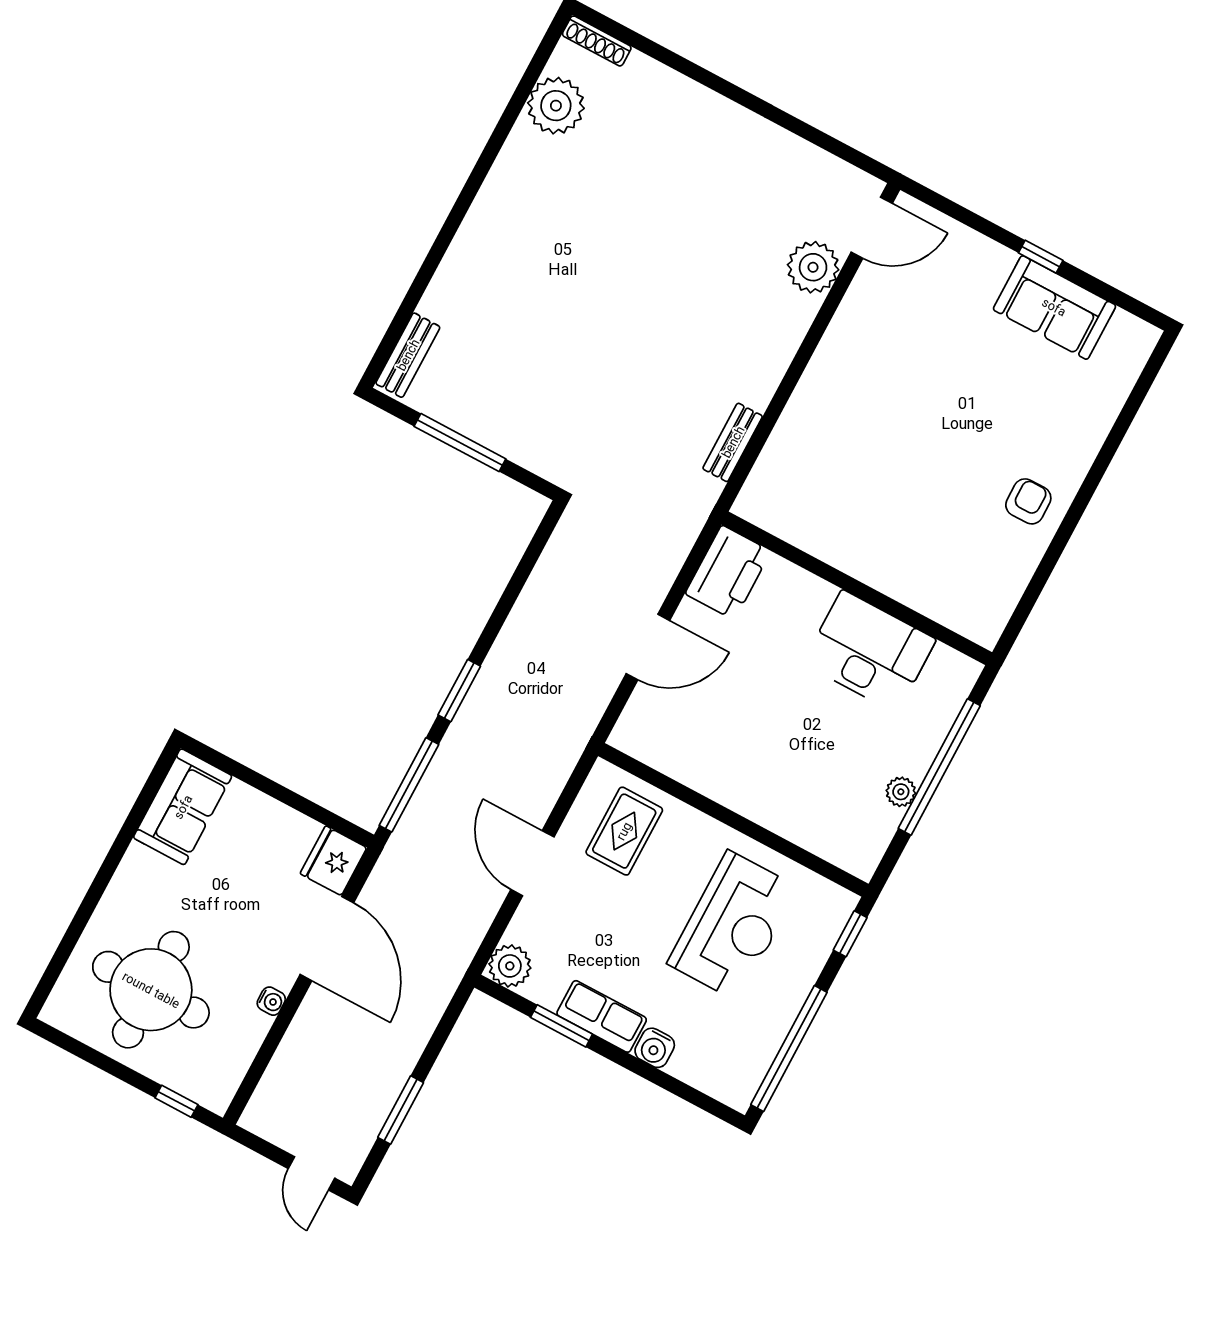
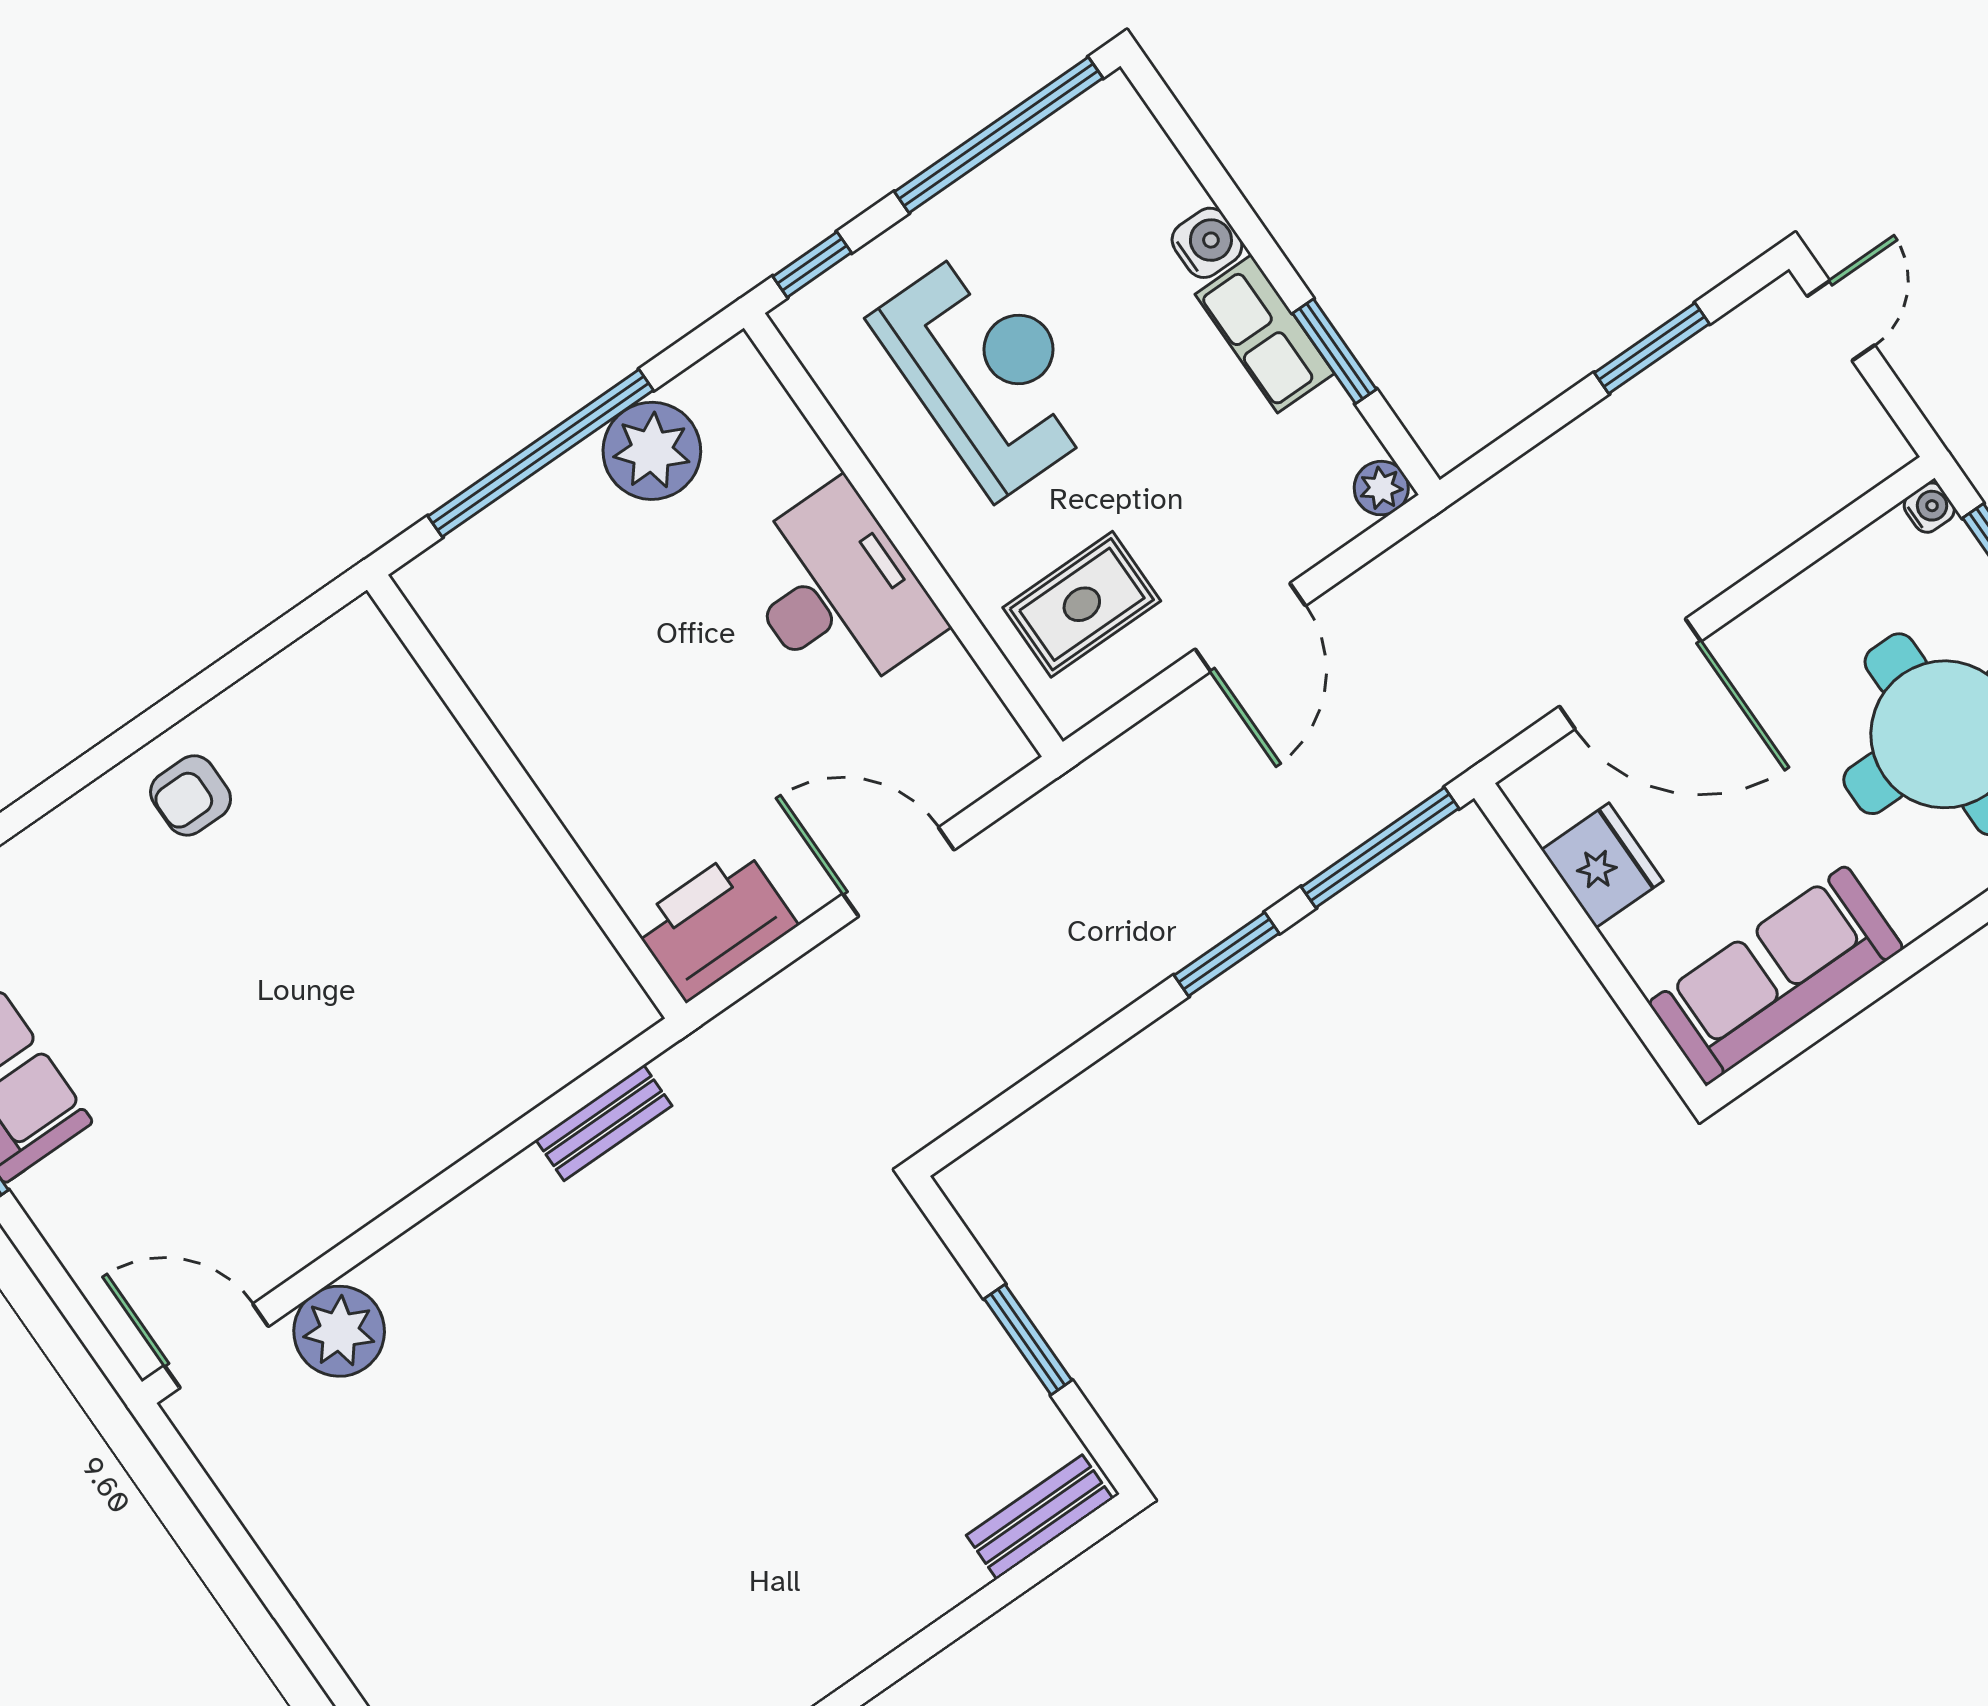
window: (460, 443) -> (1028, 1340), width x0.69
desk: (869, 651) -> (837, 592), moved, turned 180
plant: (901, 792) -> (652, 451), width x1.87, depth x1.87
sofa: (183, 807) -> (1776, 976), width x1.36
fridge: (333, 861) -> (1602, 865), moved, turned -90
reception desk: (733, 926) -> (988, 371), turned 90
door: (327, 939) -> (1630, 674), swing flipped
plant: (510, 966) -> (1381, 488), width x0.73, depth x0.73
water cooler: (271, 1001) -> (1929, 508), moved, turned 90

